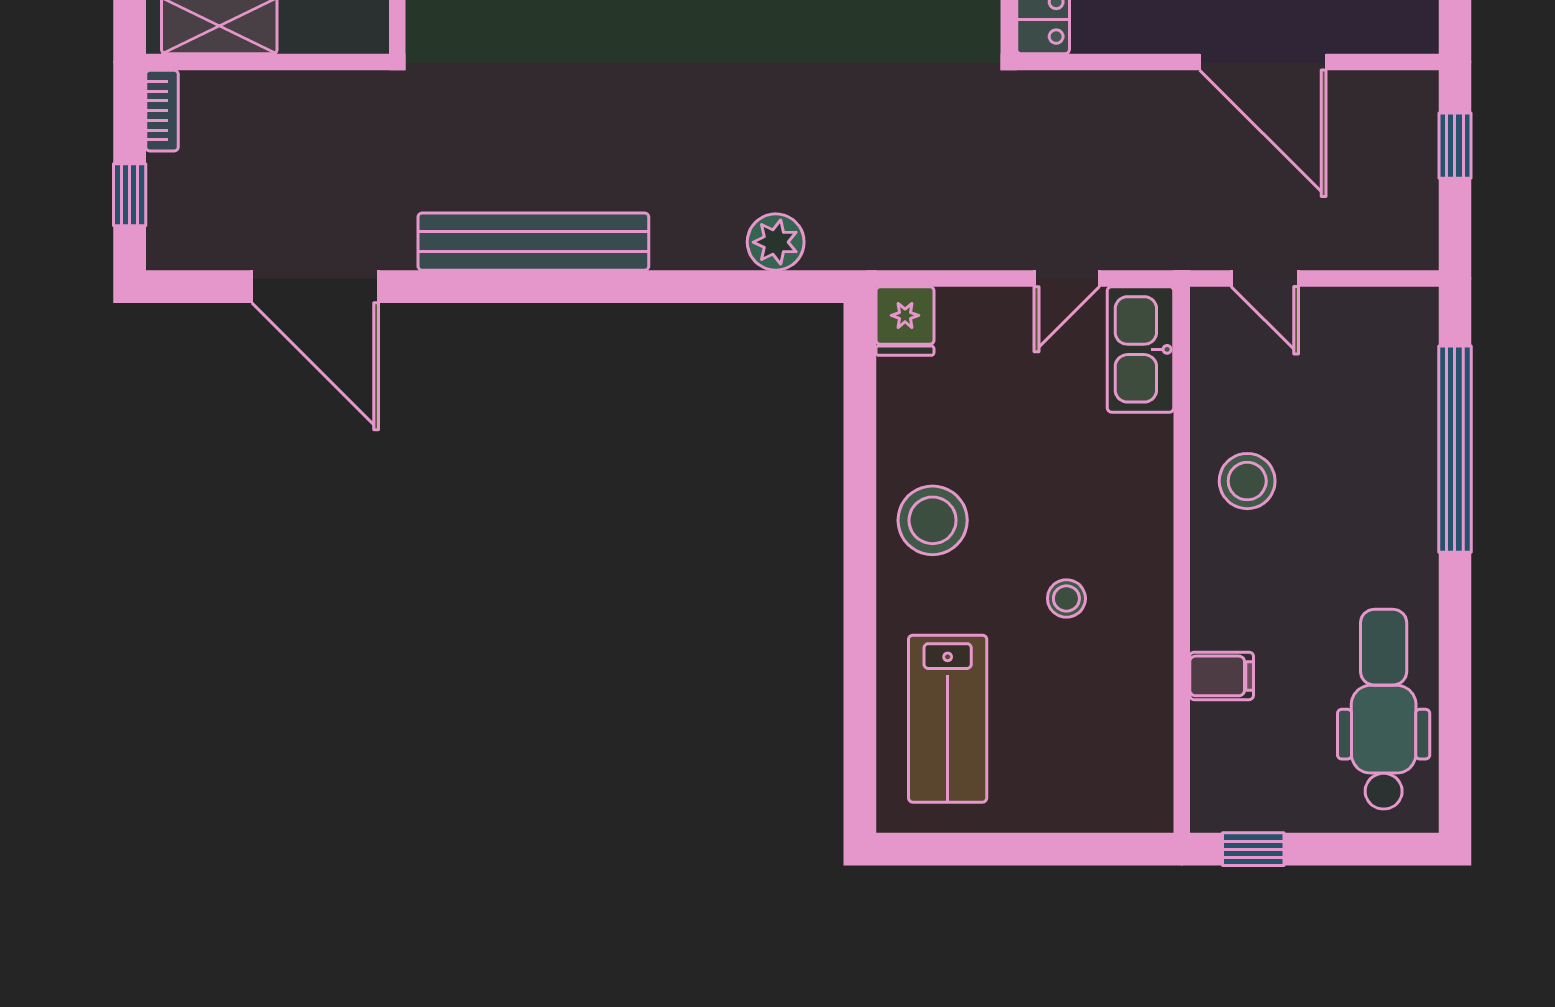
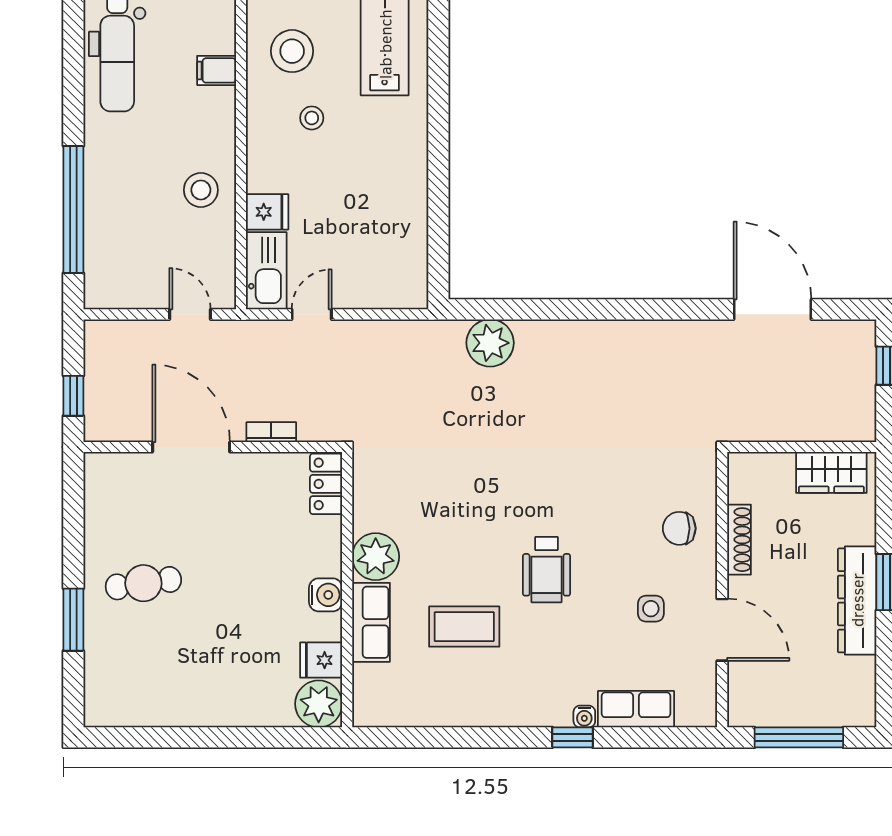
bookcase: (162, 111) -> (271, 432), moved, turned 90
bench: (533, 242) -> (639, 337), removed
plant: (776, 242) -> (490, 343), width x1.36, depth x1.36
fridge: (905, 321) -> (267, 212), moved, turned 90
stool: (933, 520) -> (292, 51), moved

